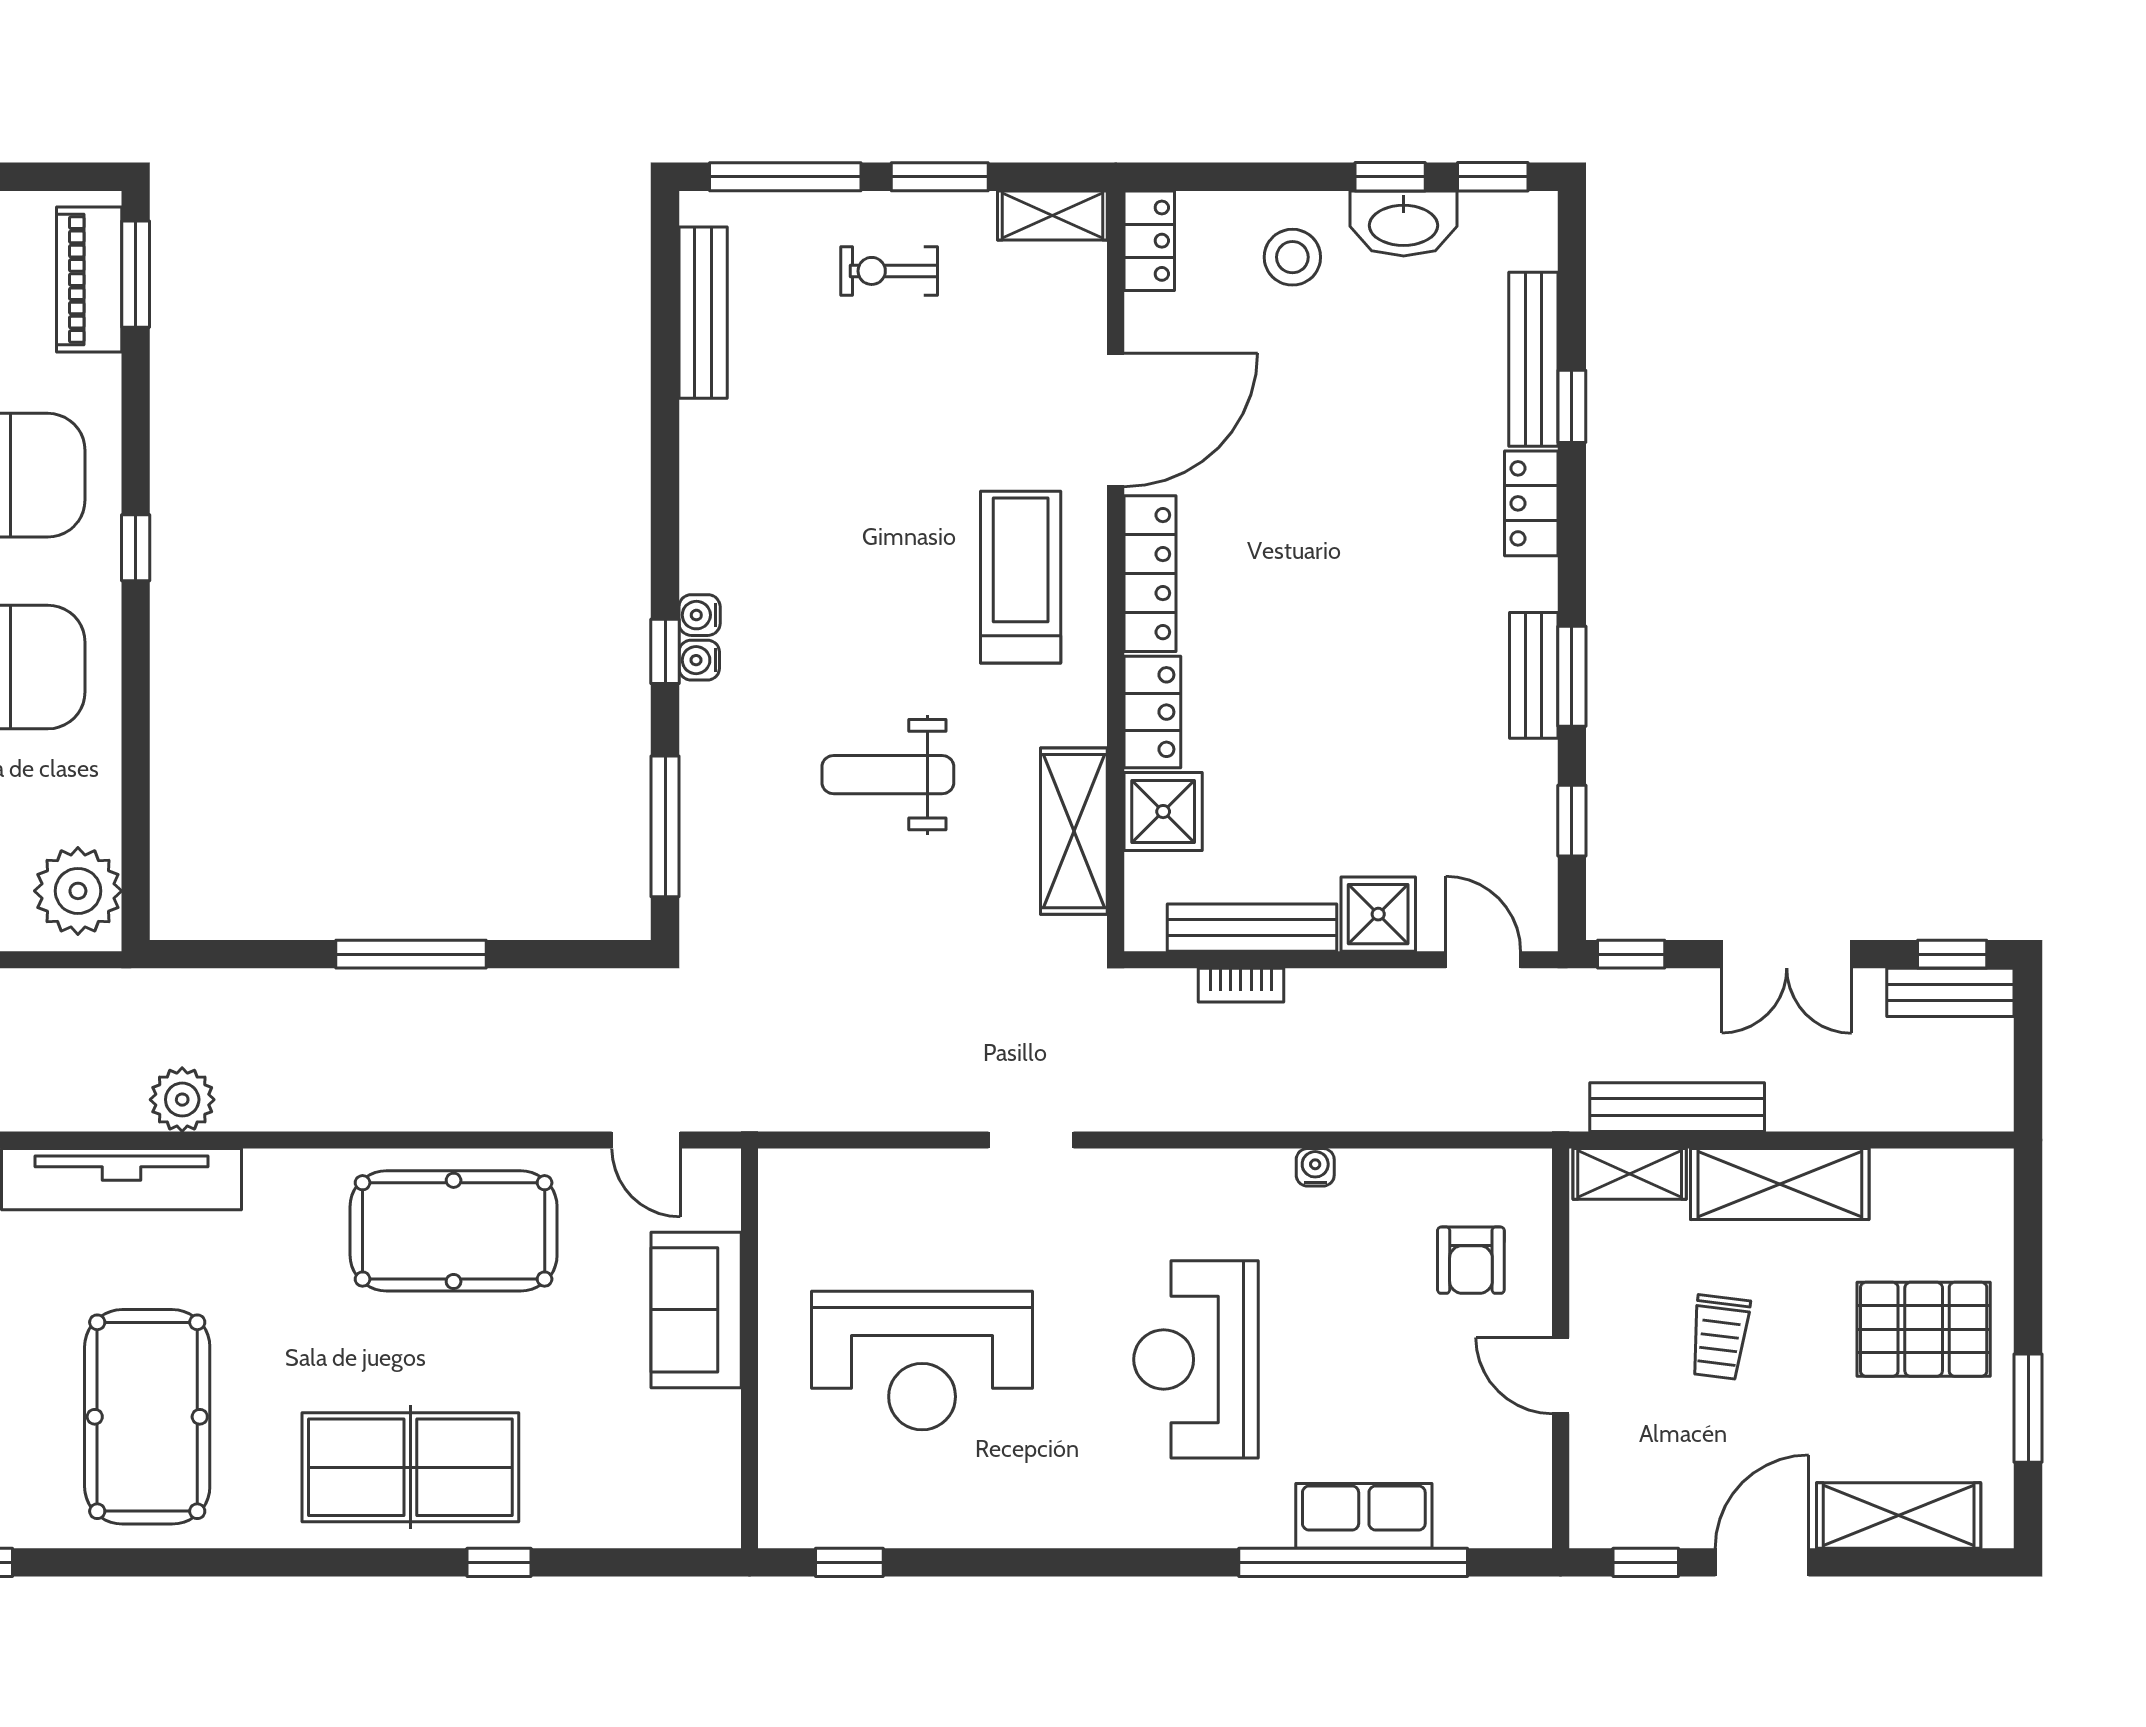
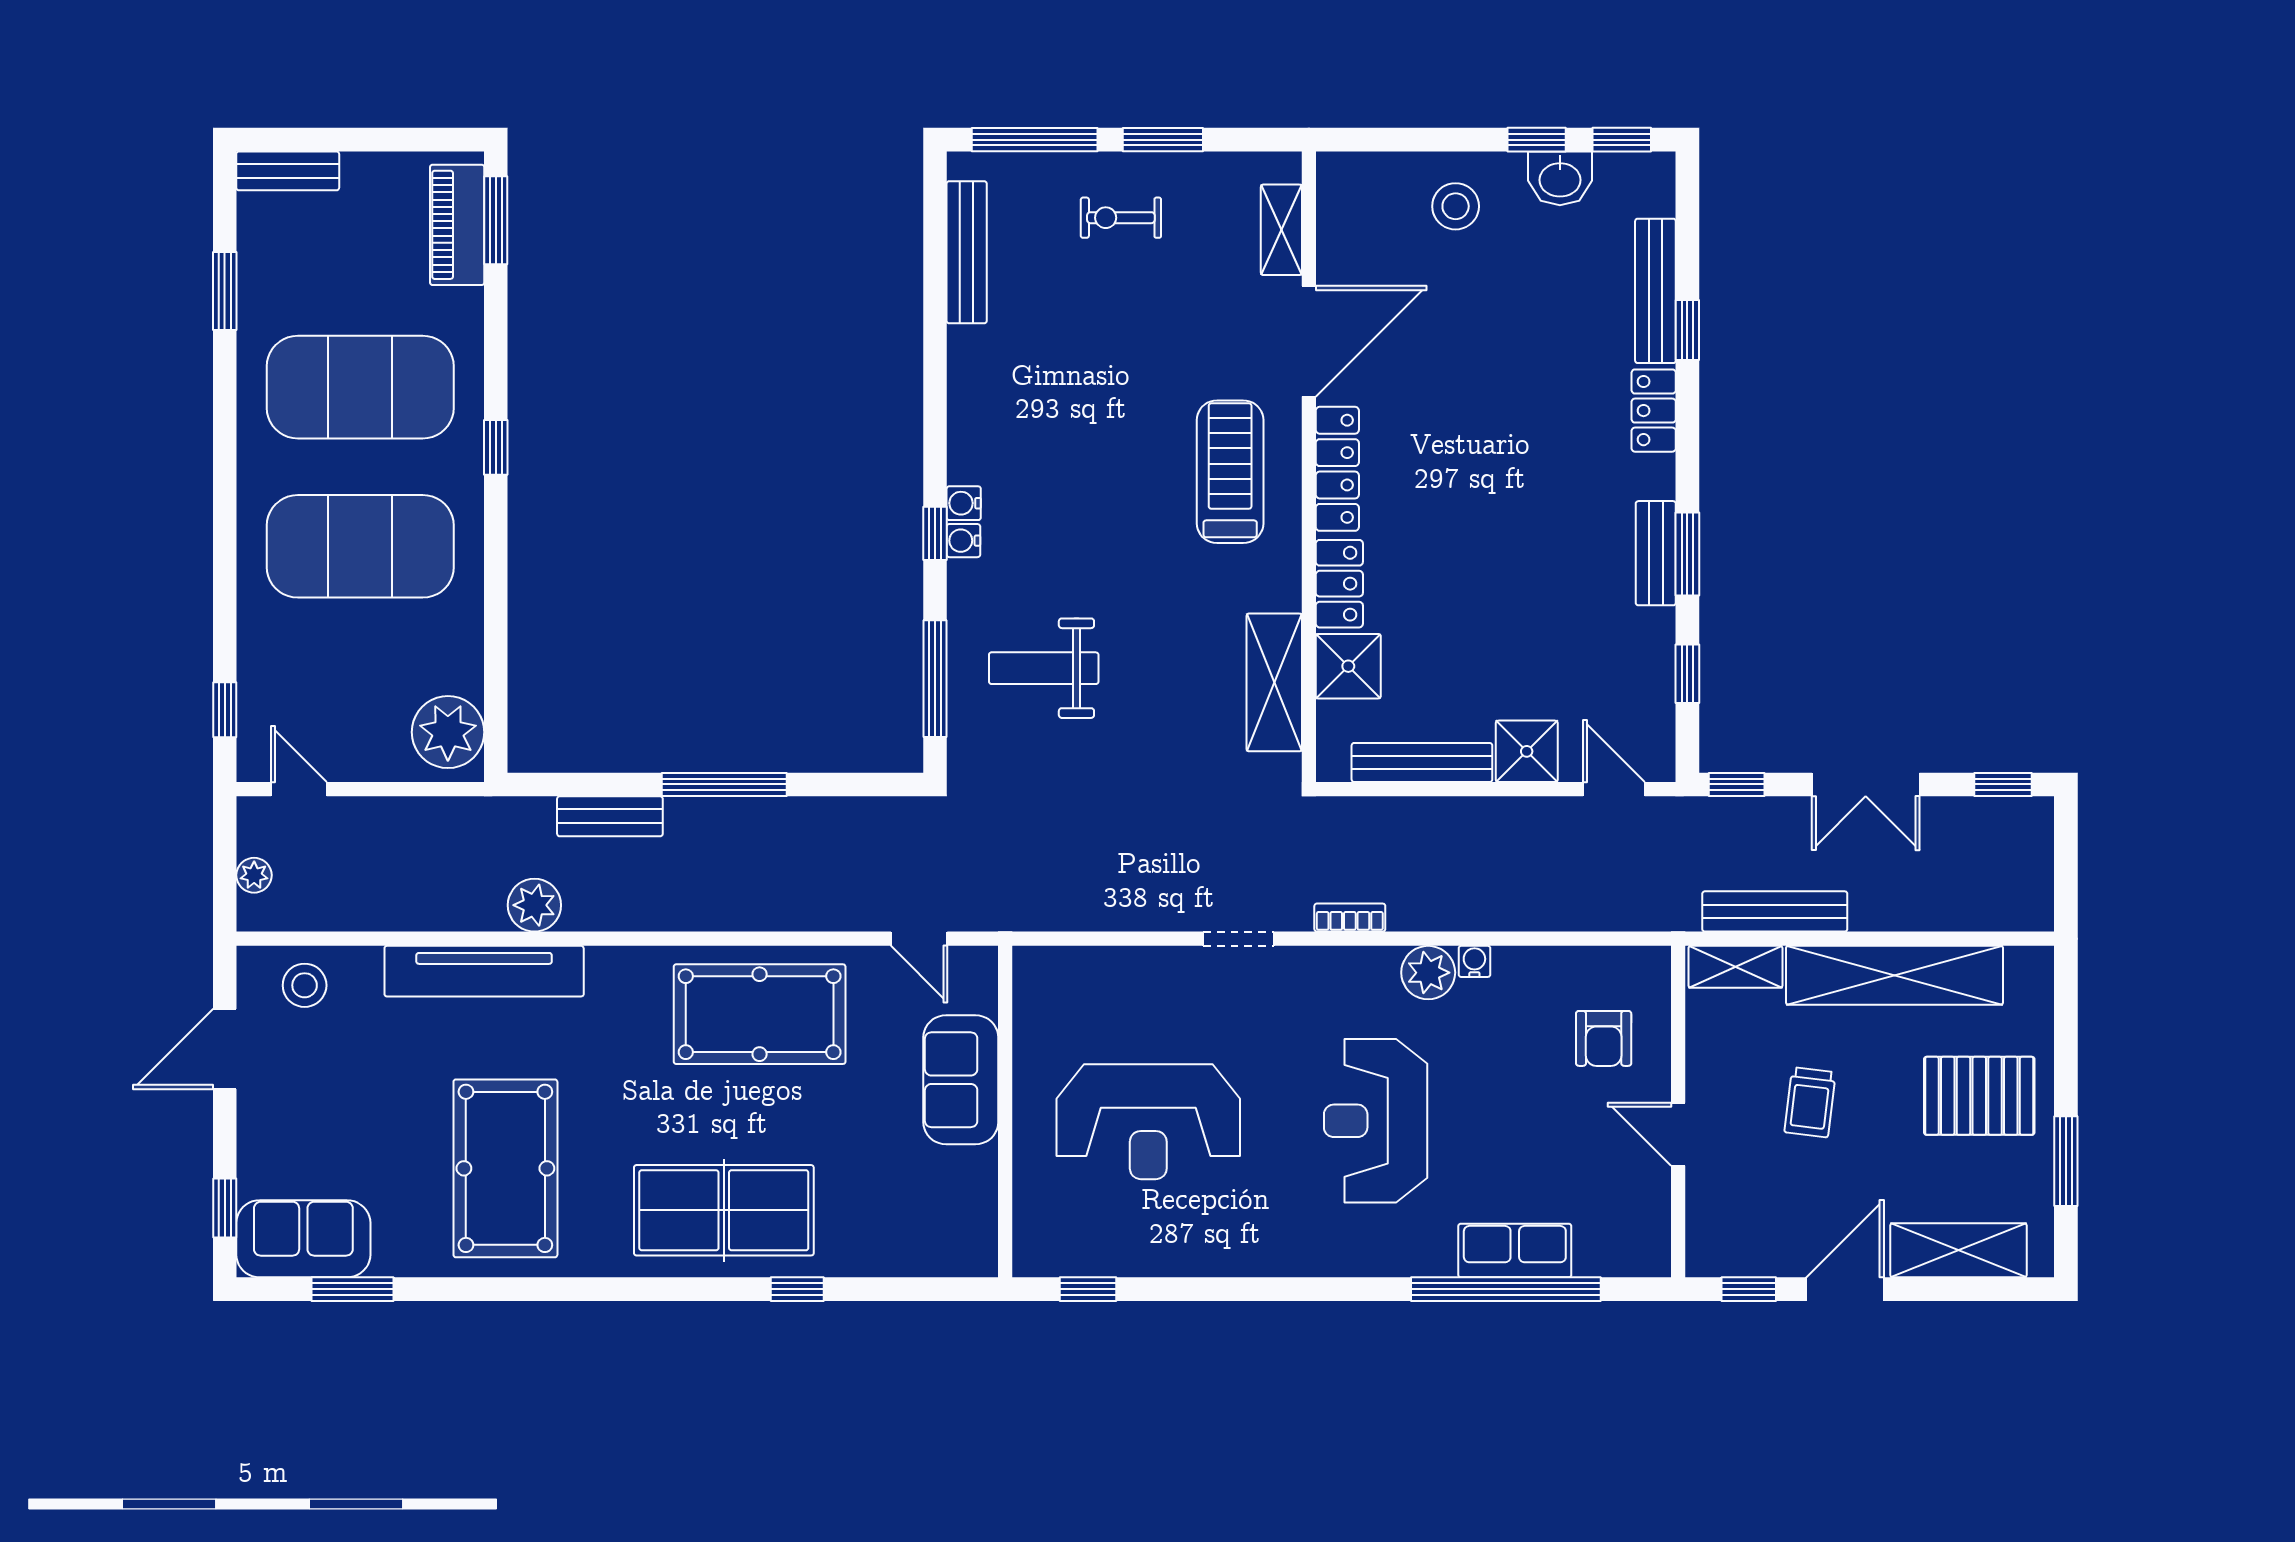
shelving: (1052, 216) -> (1281, 230), moved, turned 90
washbasin: (1404, 223) -> (1560, 178), width x0.72
locker: (1149, 241) -> (1337, 193), removed
weight bench: (888, 775) -> (1044, 668), moved
bookcase: (1241, 985) -> (1350, 918), moved, turned 180
bench: (1950, 992) -> (610, 816), moved
plant: (1259, 1181) -> (1428, 973), added
shelving: (1780, 1184) -> (1894, 975), width x1.47

